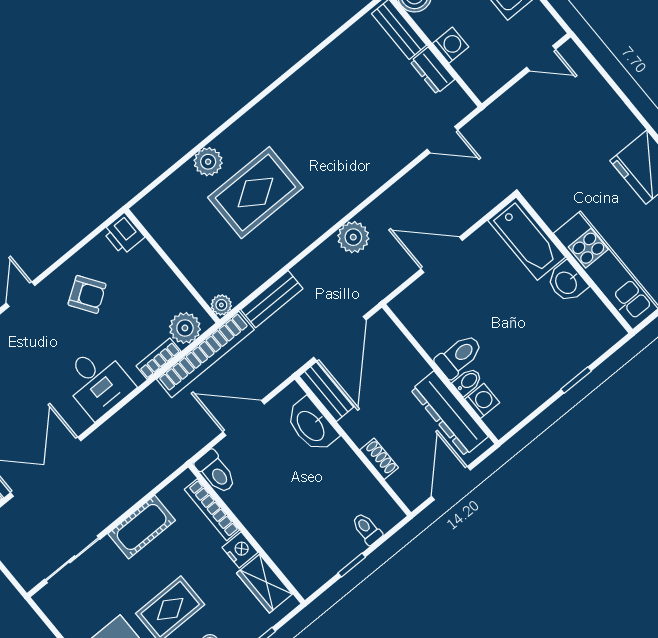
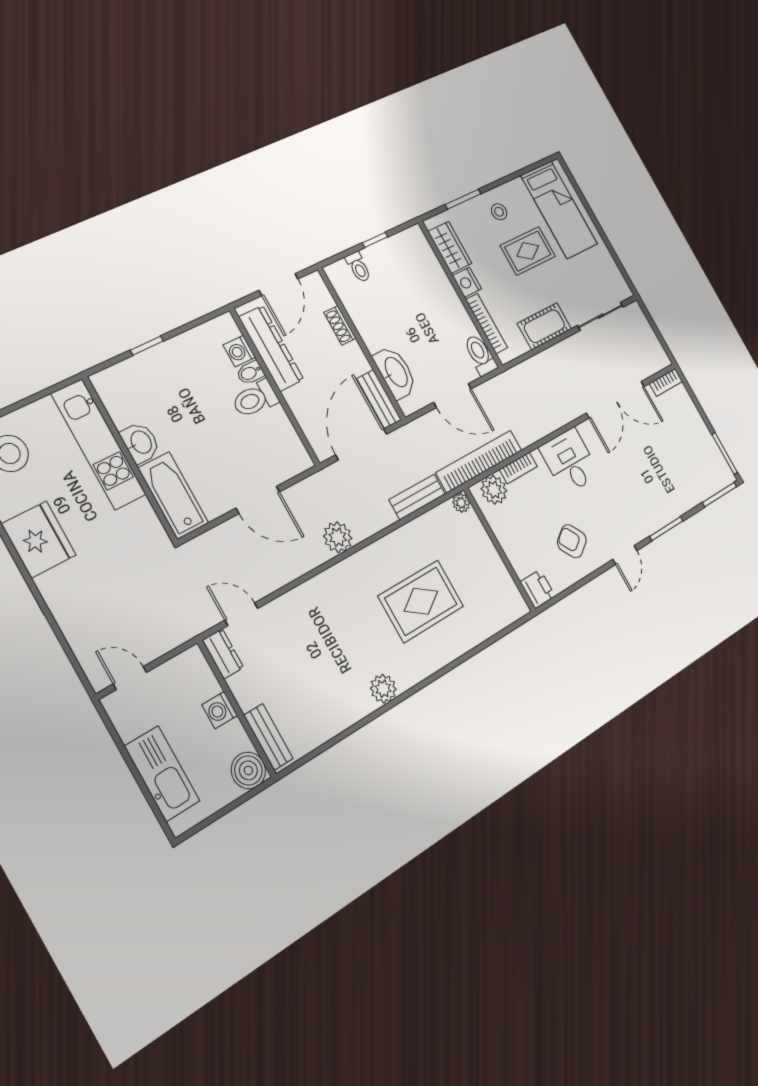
dresser: (432, 71) -> (223, 654), moved
plant: (208, 162) -> (383, 689), moved

